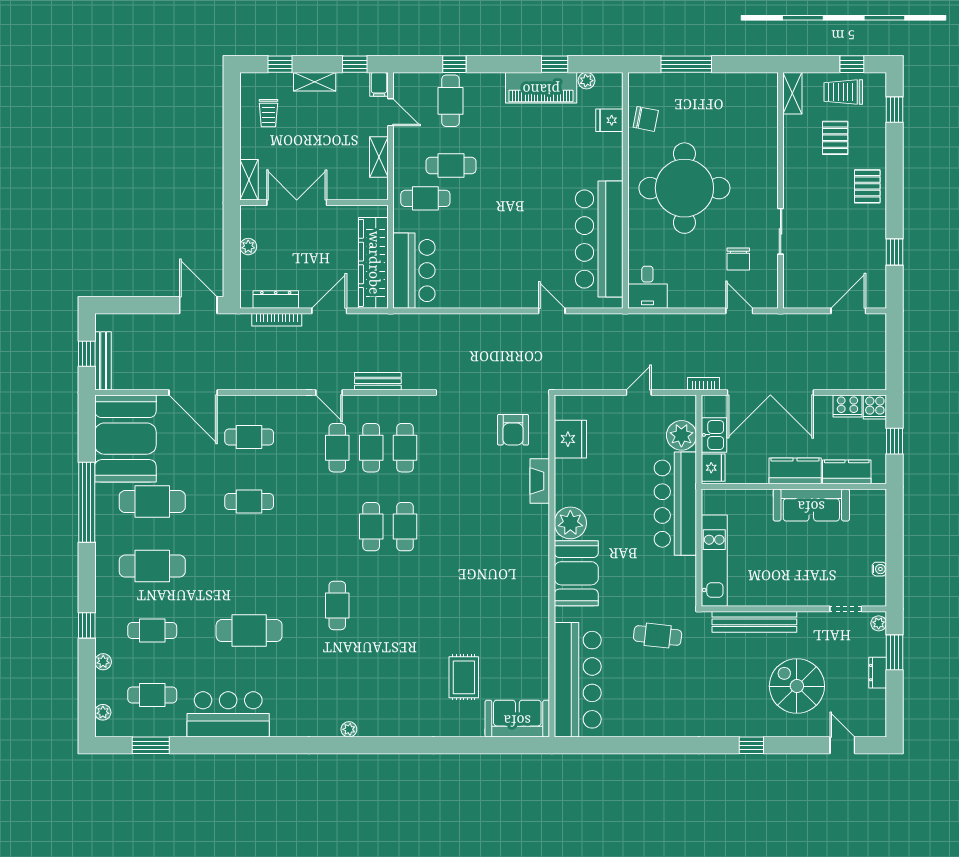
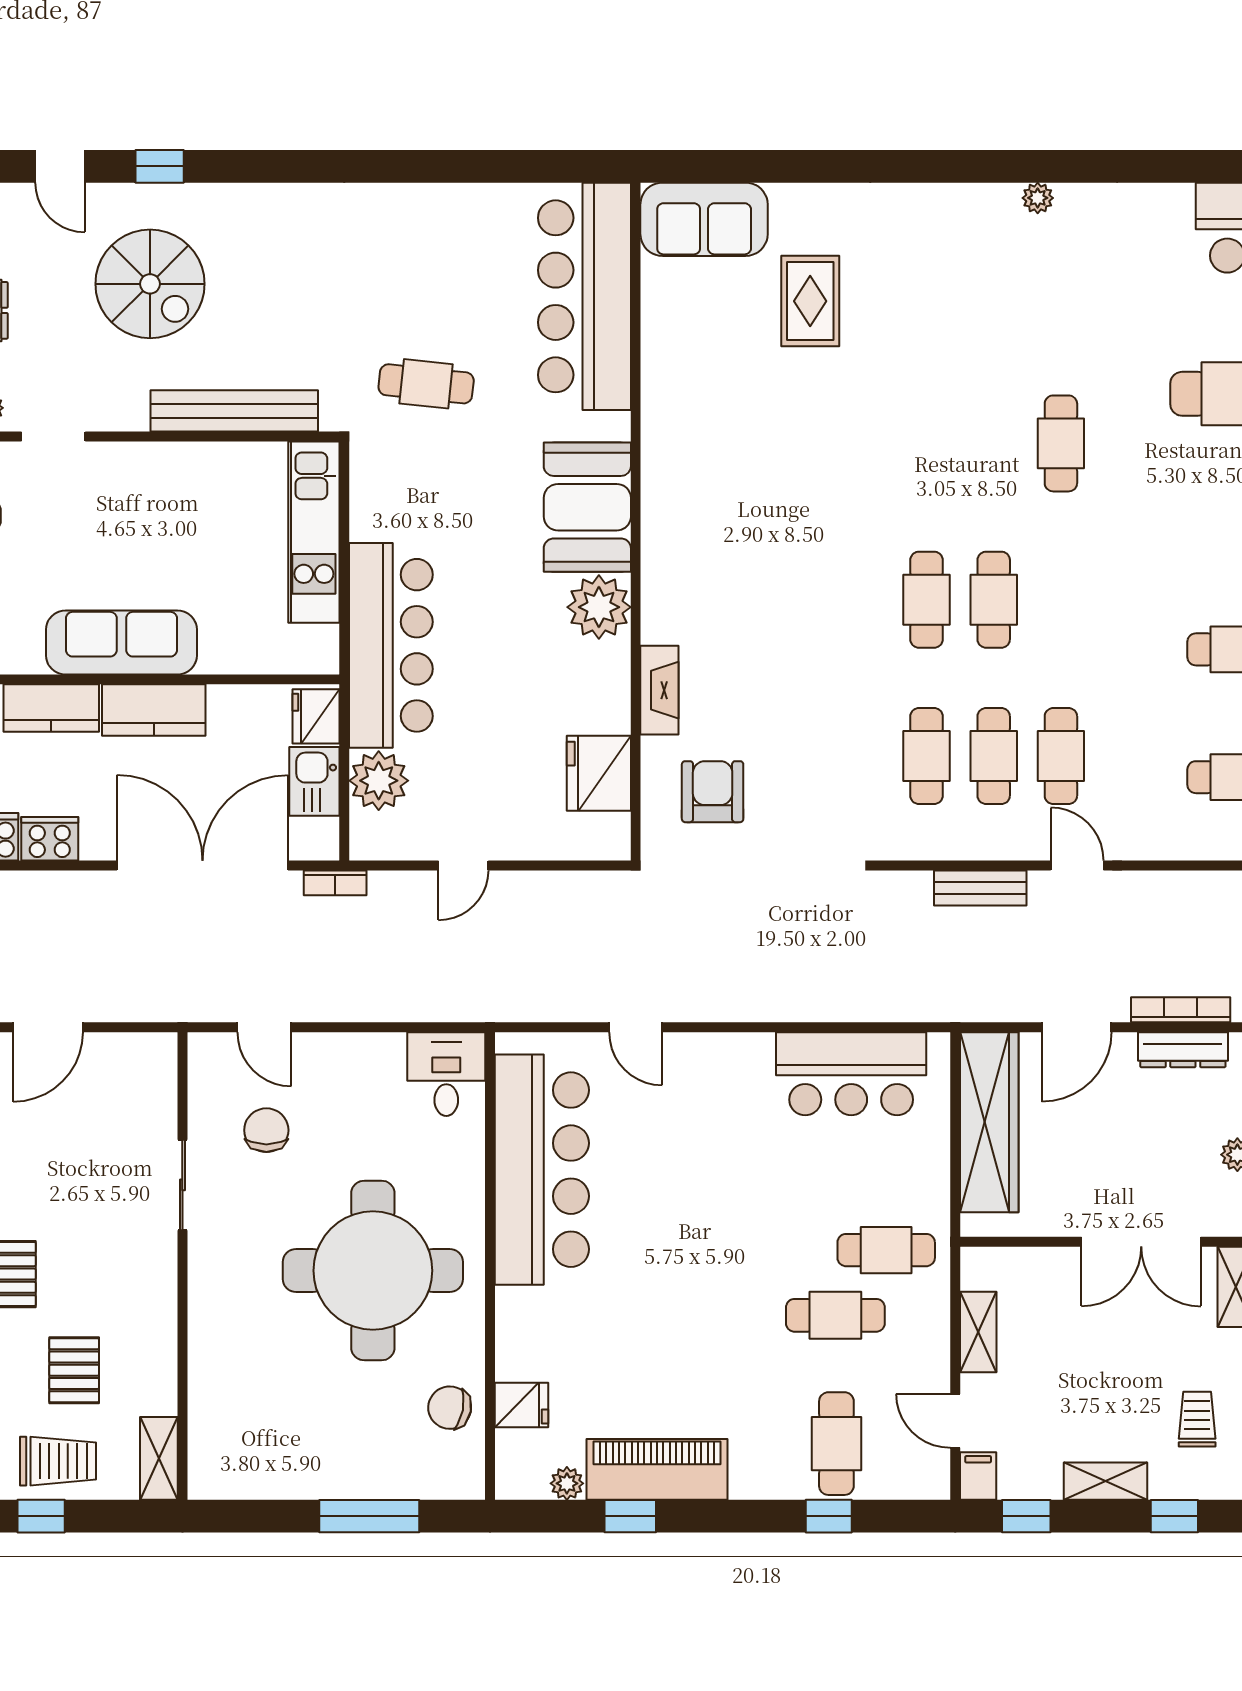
bar counter: (414, 271) -> (851, 1074), moved, turned -90
window: (751, 745) -> (160, 166), moved

